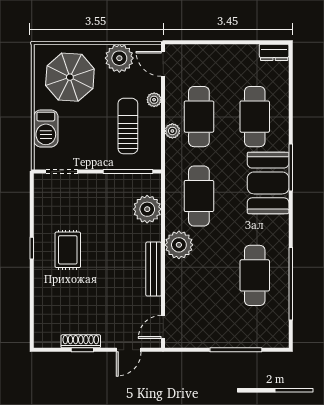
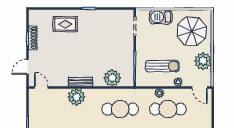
door: (163, 64) -> (200, 87), swing flipped
plant: (179, 245) -> (76, 97), moved
rug: (68, 250) -> (65, 24), moved
bench: (154, 269) -> (81, 82), width x0.73
door: (129, 350) -> (28, 67), hinge flipped

